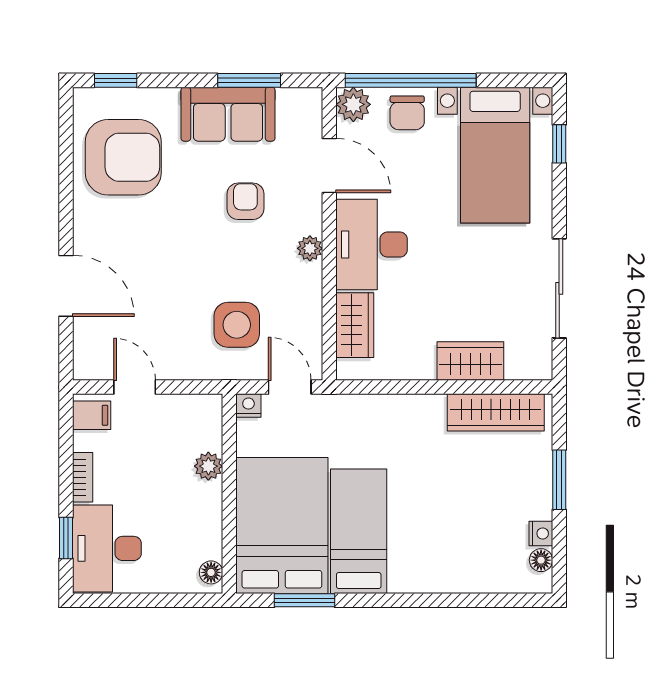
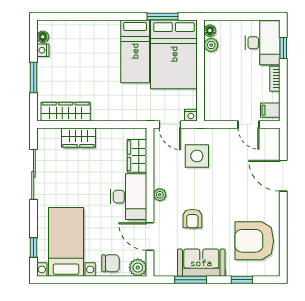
window: (116, 80) -> (242, 280), moved
window: (411, 80) -> (109, 280), removed
chair: (407, 113) -> (111, 263), turned 90
plant: (208, 466) -> (211, 45), moved

